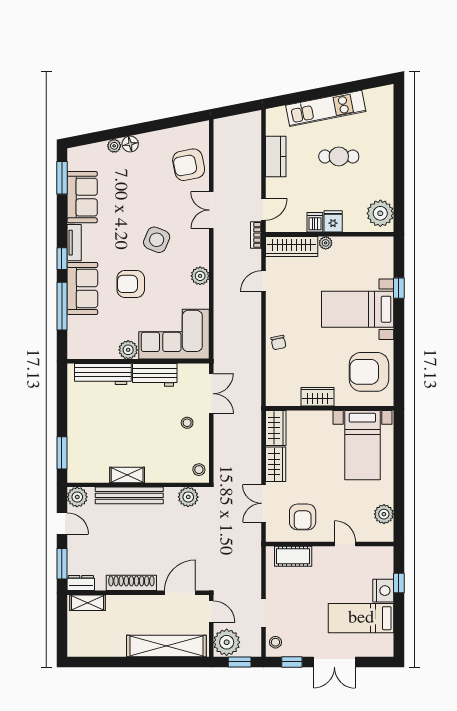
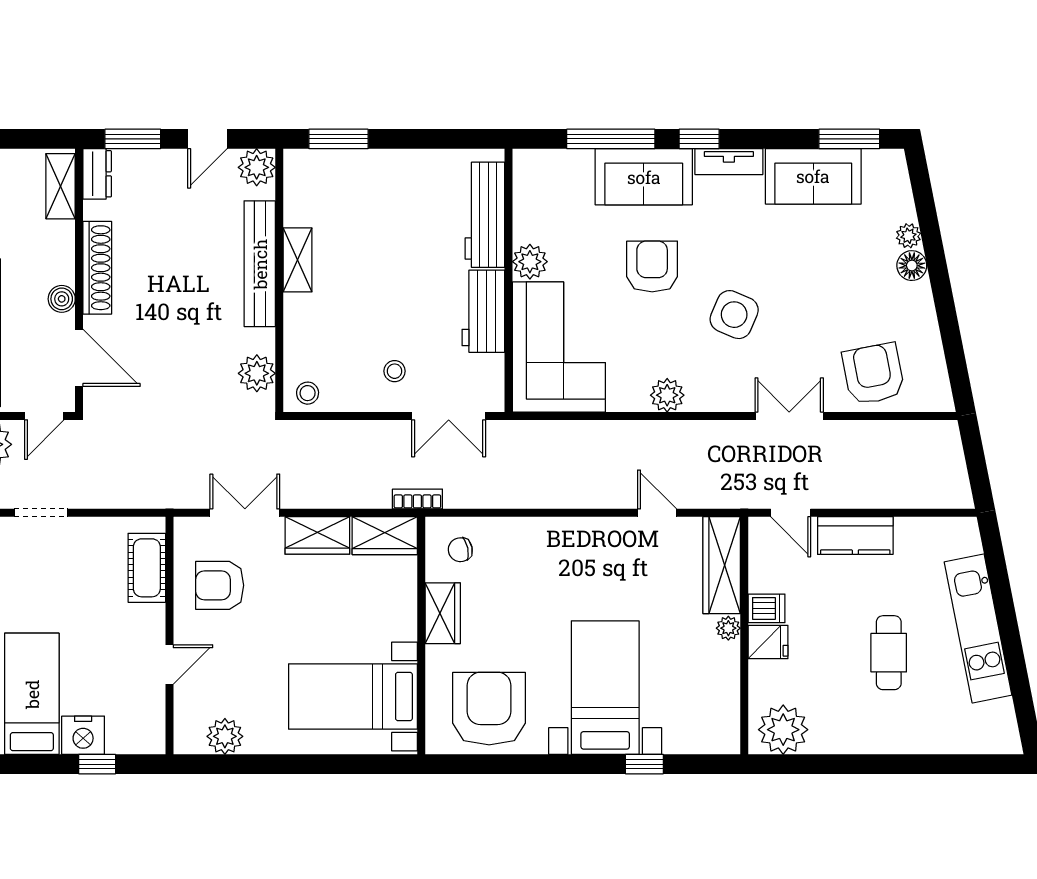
kitchen counter: (276, 156) -> (855, 536), moved
bookcase: (256, 235) -> (417, 499), moved
chair: (278, 343) -> (460, 550), moved
boiler: (148, 602) -> (62, 299), added

